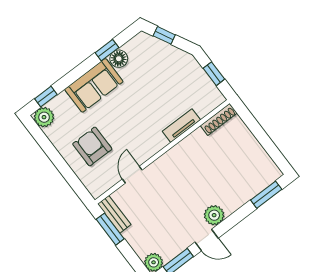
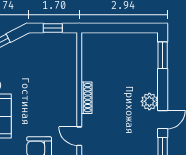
shoe rack: (219, 119) -> (86, 98), moved
tv unit: (181, 126) -> (71, 77), removed

